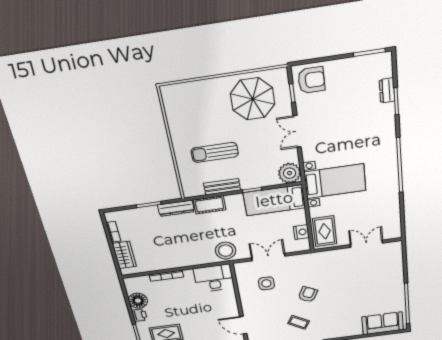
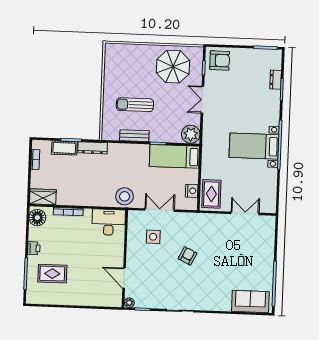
bed with nightstands: (335, 181) -> (254, 146), moved, turned 180
cot: (210, 205) -> (64, 148), moved
wardrobe: (124, 255) -> (43, 197), moved, turned -90
floor lamp: (138, 301) -> (37, 218), moved
coffee table: (299, 322) -> (175, 285), removed

